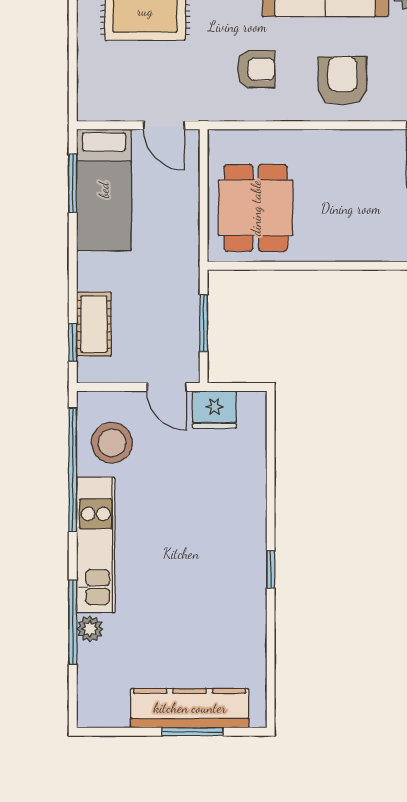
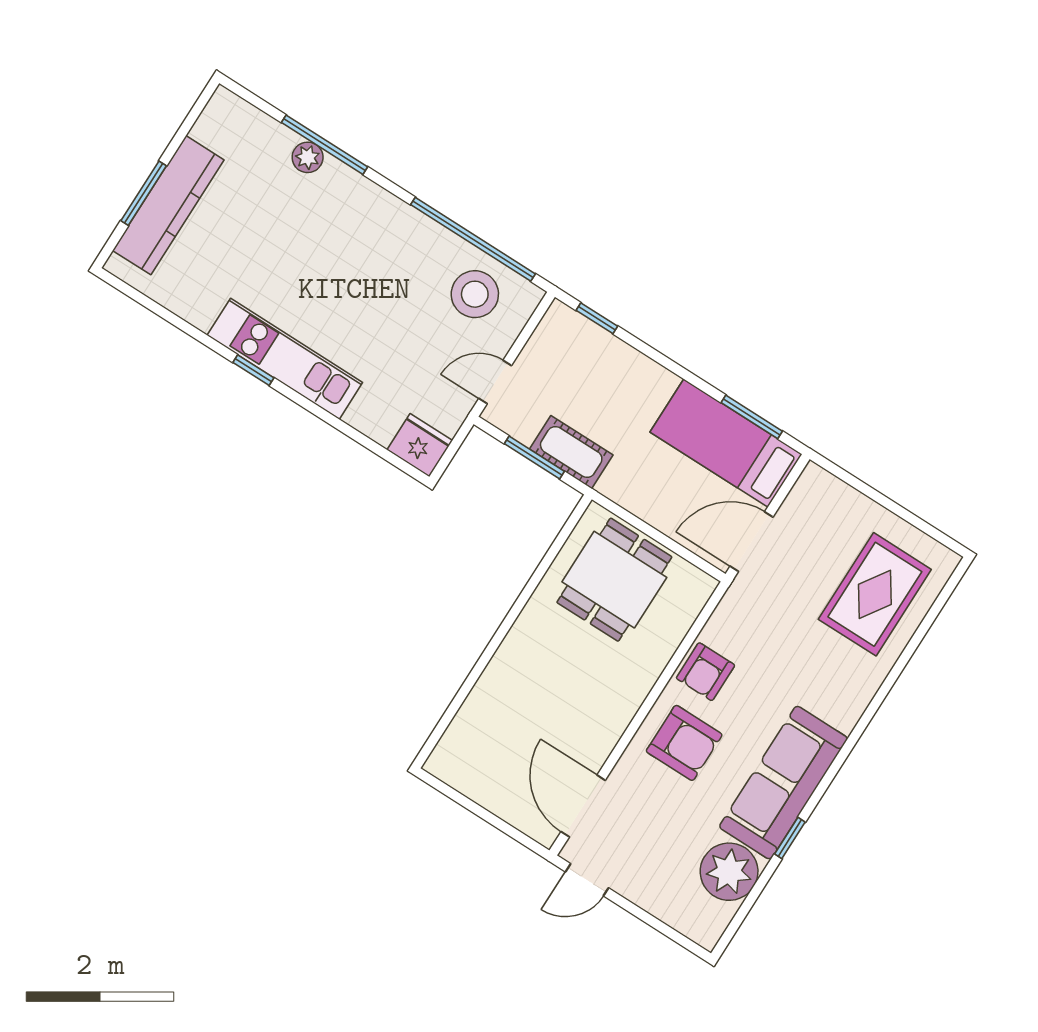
armchair: (256, 69) -> (706, 672), moved
door: (164, 125) -> (752, 542), width x1.38
dining table: (256, 208) -> (614, 580), turned 90
cot: (94, 324) -> (571, 452), moved
fridge: (214, 410) -> (420, 445), moved, turned 90
kitchen unit: (96, 545) -> (285, 359), moved, turned 180

